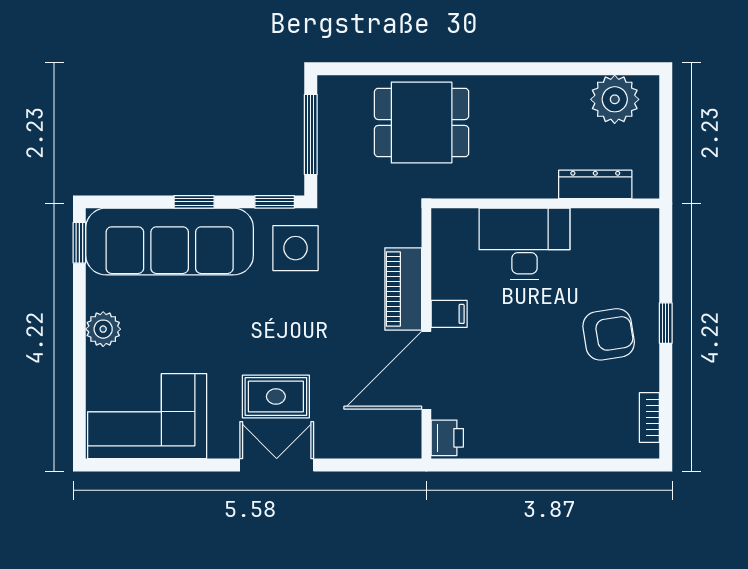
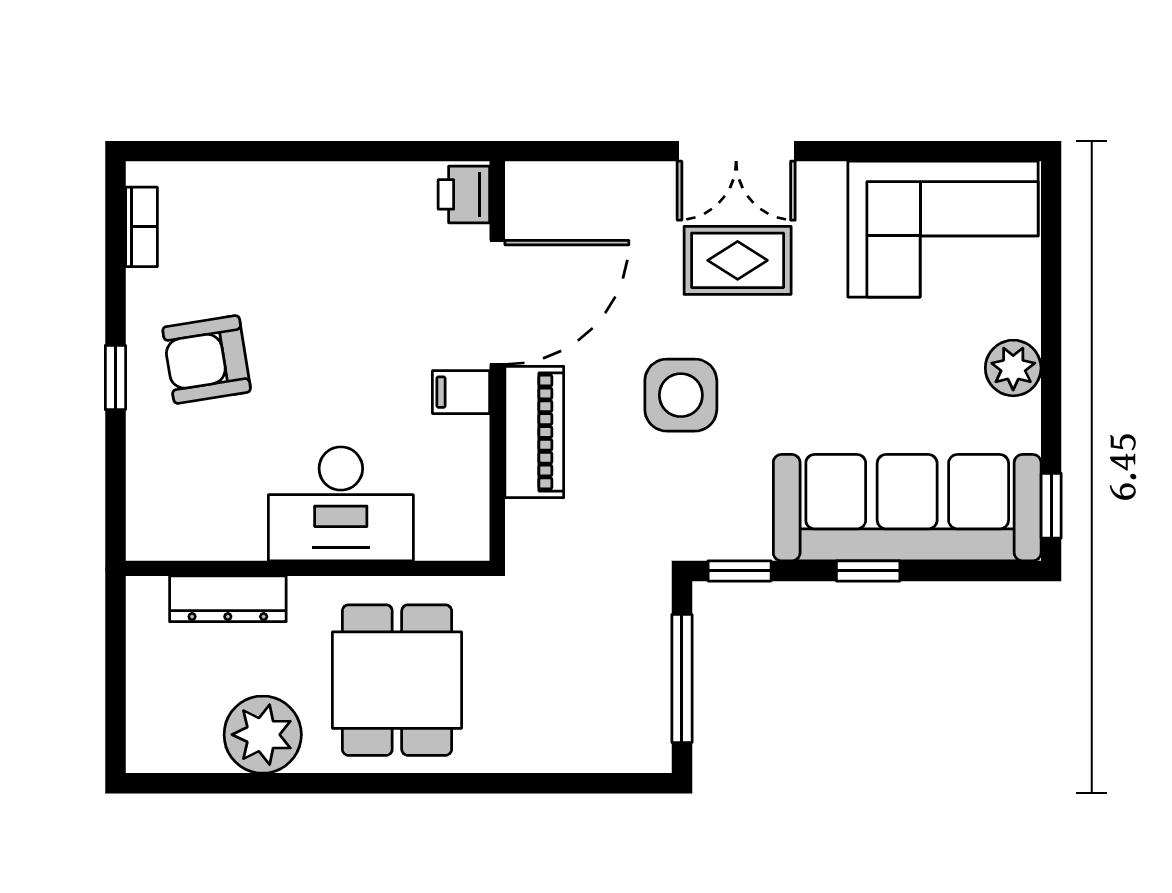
plant: (615, 99) -> (263, 735), moved
dining table: (422, 123) -> (397, 680), moved, turned 90
side table: (295, 248) -> (681, 395), moved

